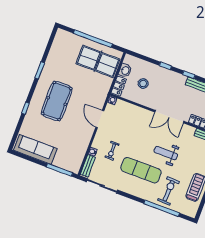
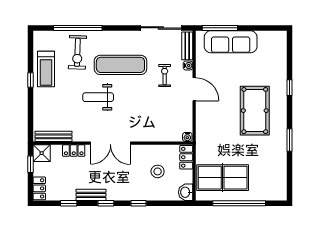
washbasin: (125, 70) -> (186, 192), moved
double door: (169, 117) -> (110, 143), swing flipped
door: (100, 119) -> (194, 89), moved
sofa: (35, 149) -> (231, 42), moved
weight bench: (166, 153) -> (98, 97), turned 180

